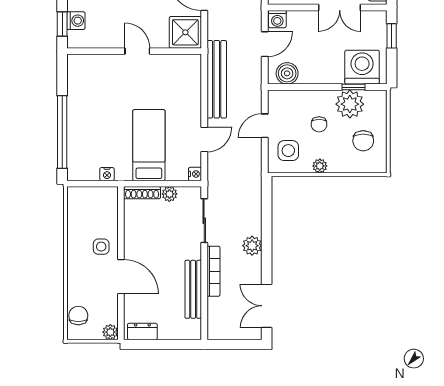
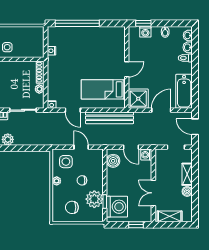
bed: (149, 145) -> (103, 89), moved, turned 180

